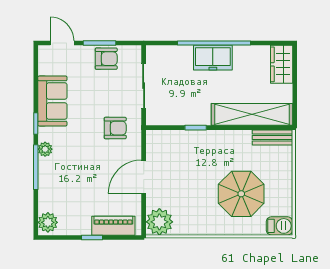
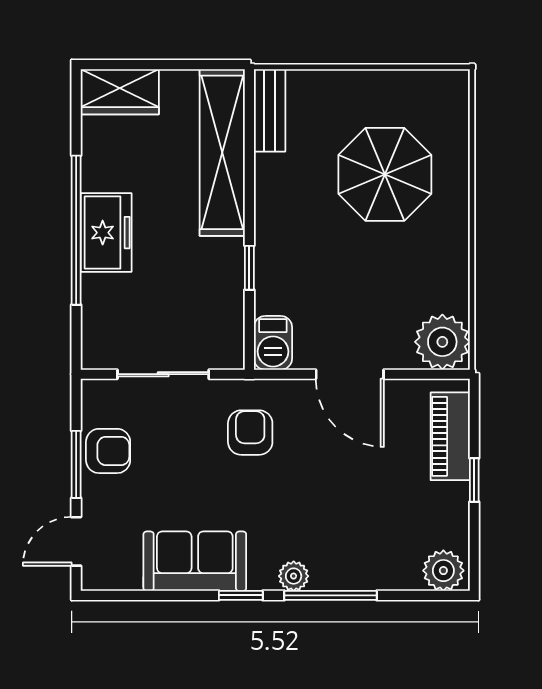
armchair: (106, 59) -> (108, 451), turned 90
barbecue: (279, 226) -> (273, 343), moved, turned 180

